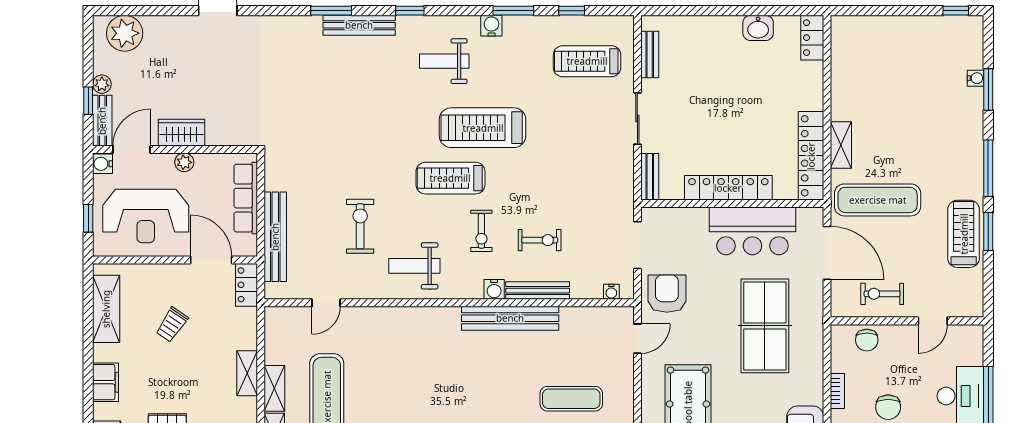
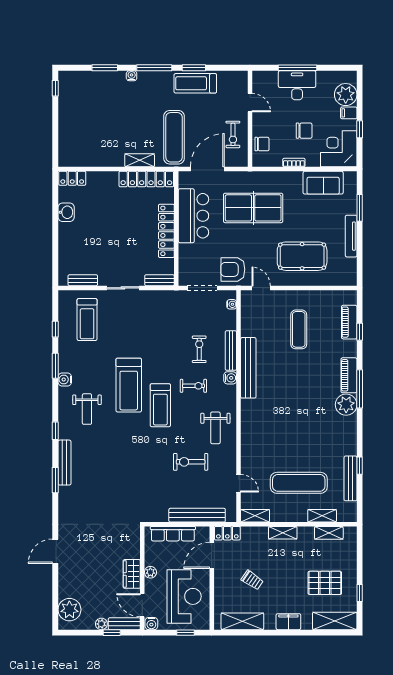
water cooler: (976, 78) -> (132, 76), moved
shelving: (274, 388) -> (255, 516), moved

